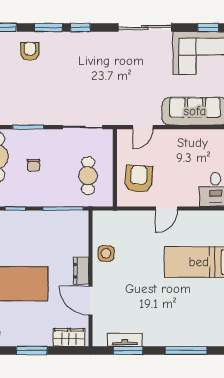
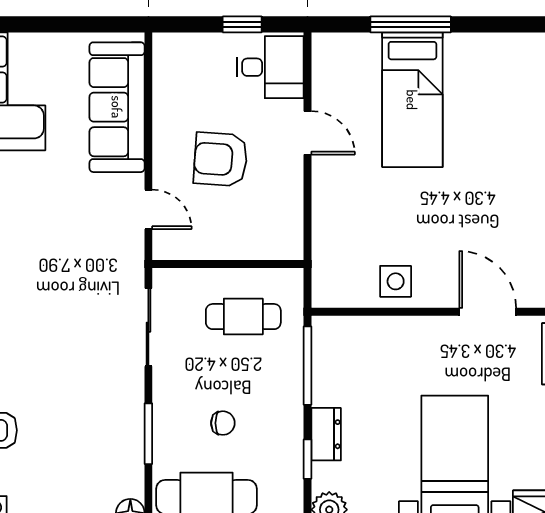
armchair: (139, 179) -> (221, 159), moved
door: (166, 209) -> (308, 133), moved
dresser: (81, 271) -> (326, 434), moved, turned -90
door: (90, 301) -> (488, 312), swing flipped

